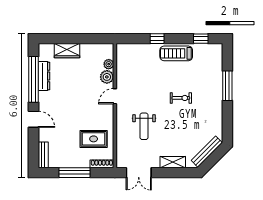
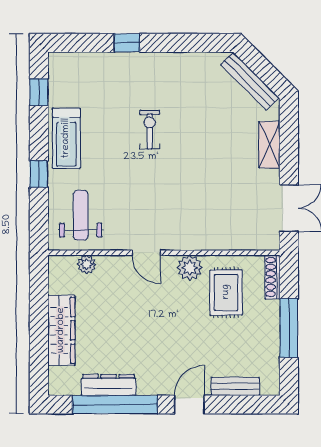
wardrobe: (67, 51) -> (61, 330), width x1.50
plant: (107, 77) -> (190, 268), moved
window: (227, 86) -> (127, 43), width x0.46
weight bench: (144, 126) -> (81, 215), moved, turned -90
bench: (43, 155) -> (235, 386), moved

